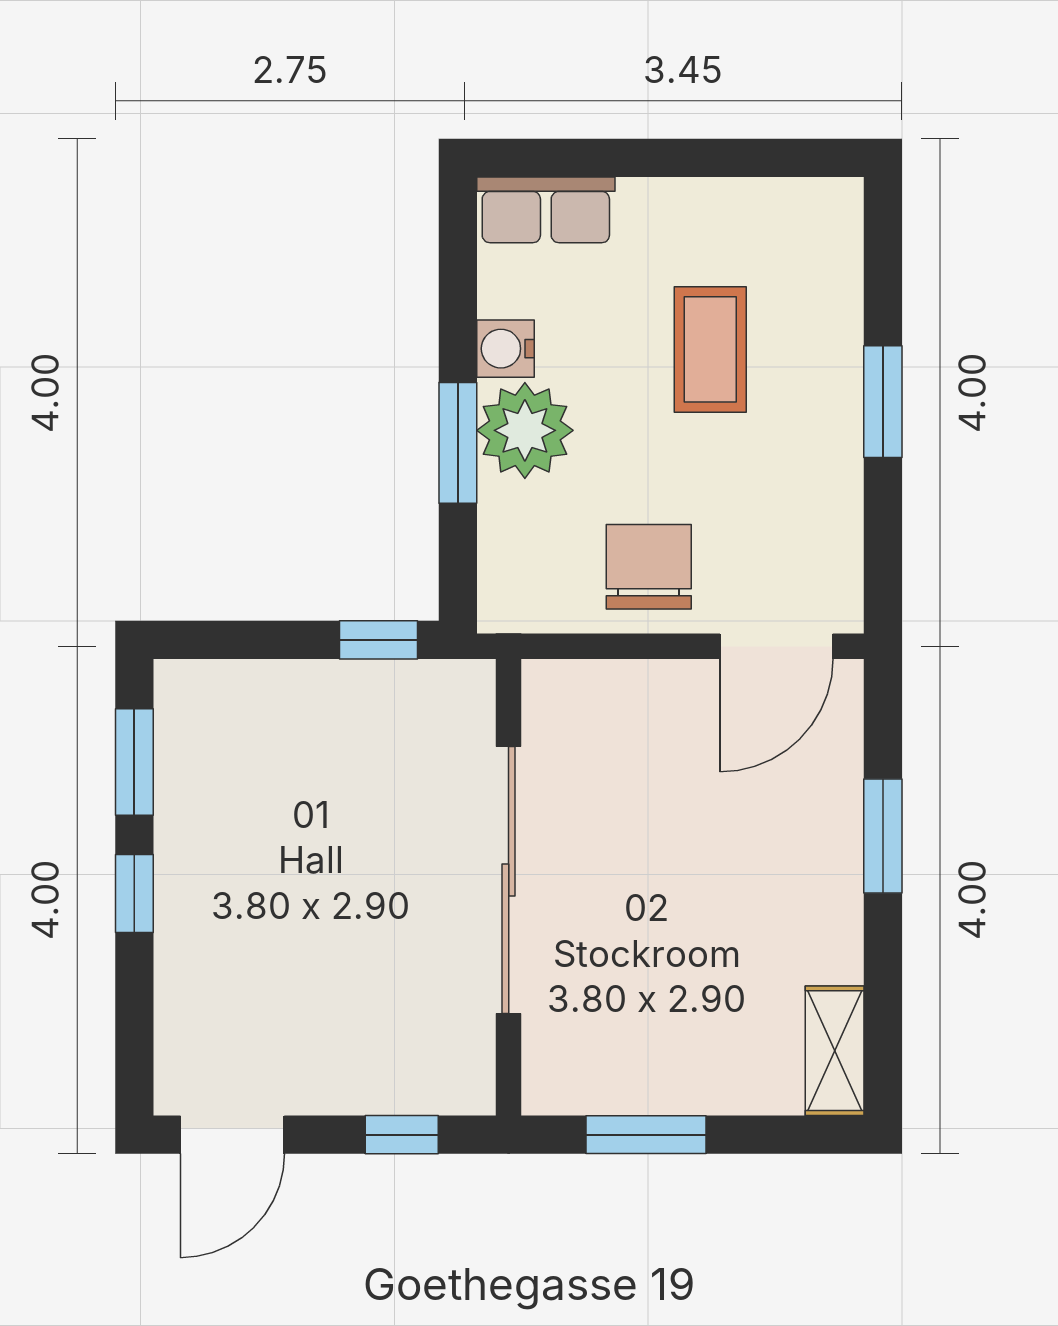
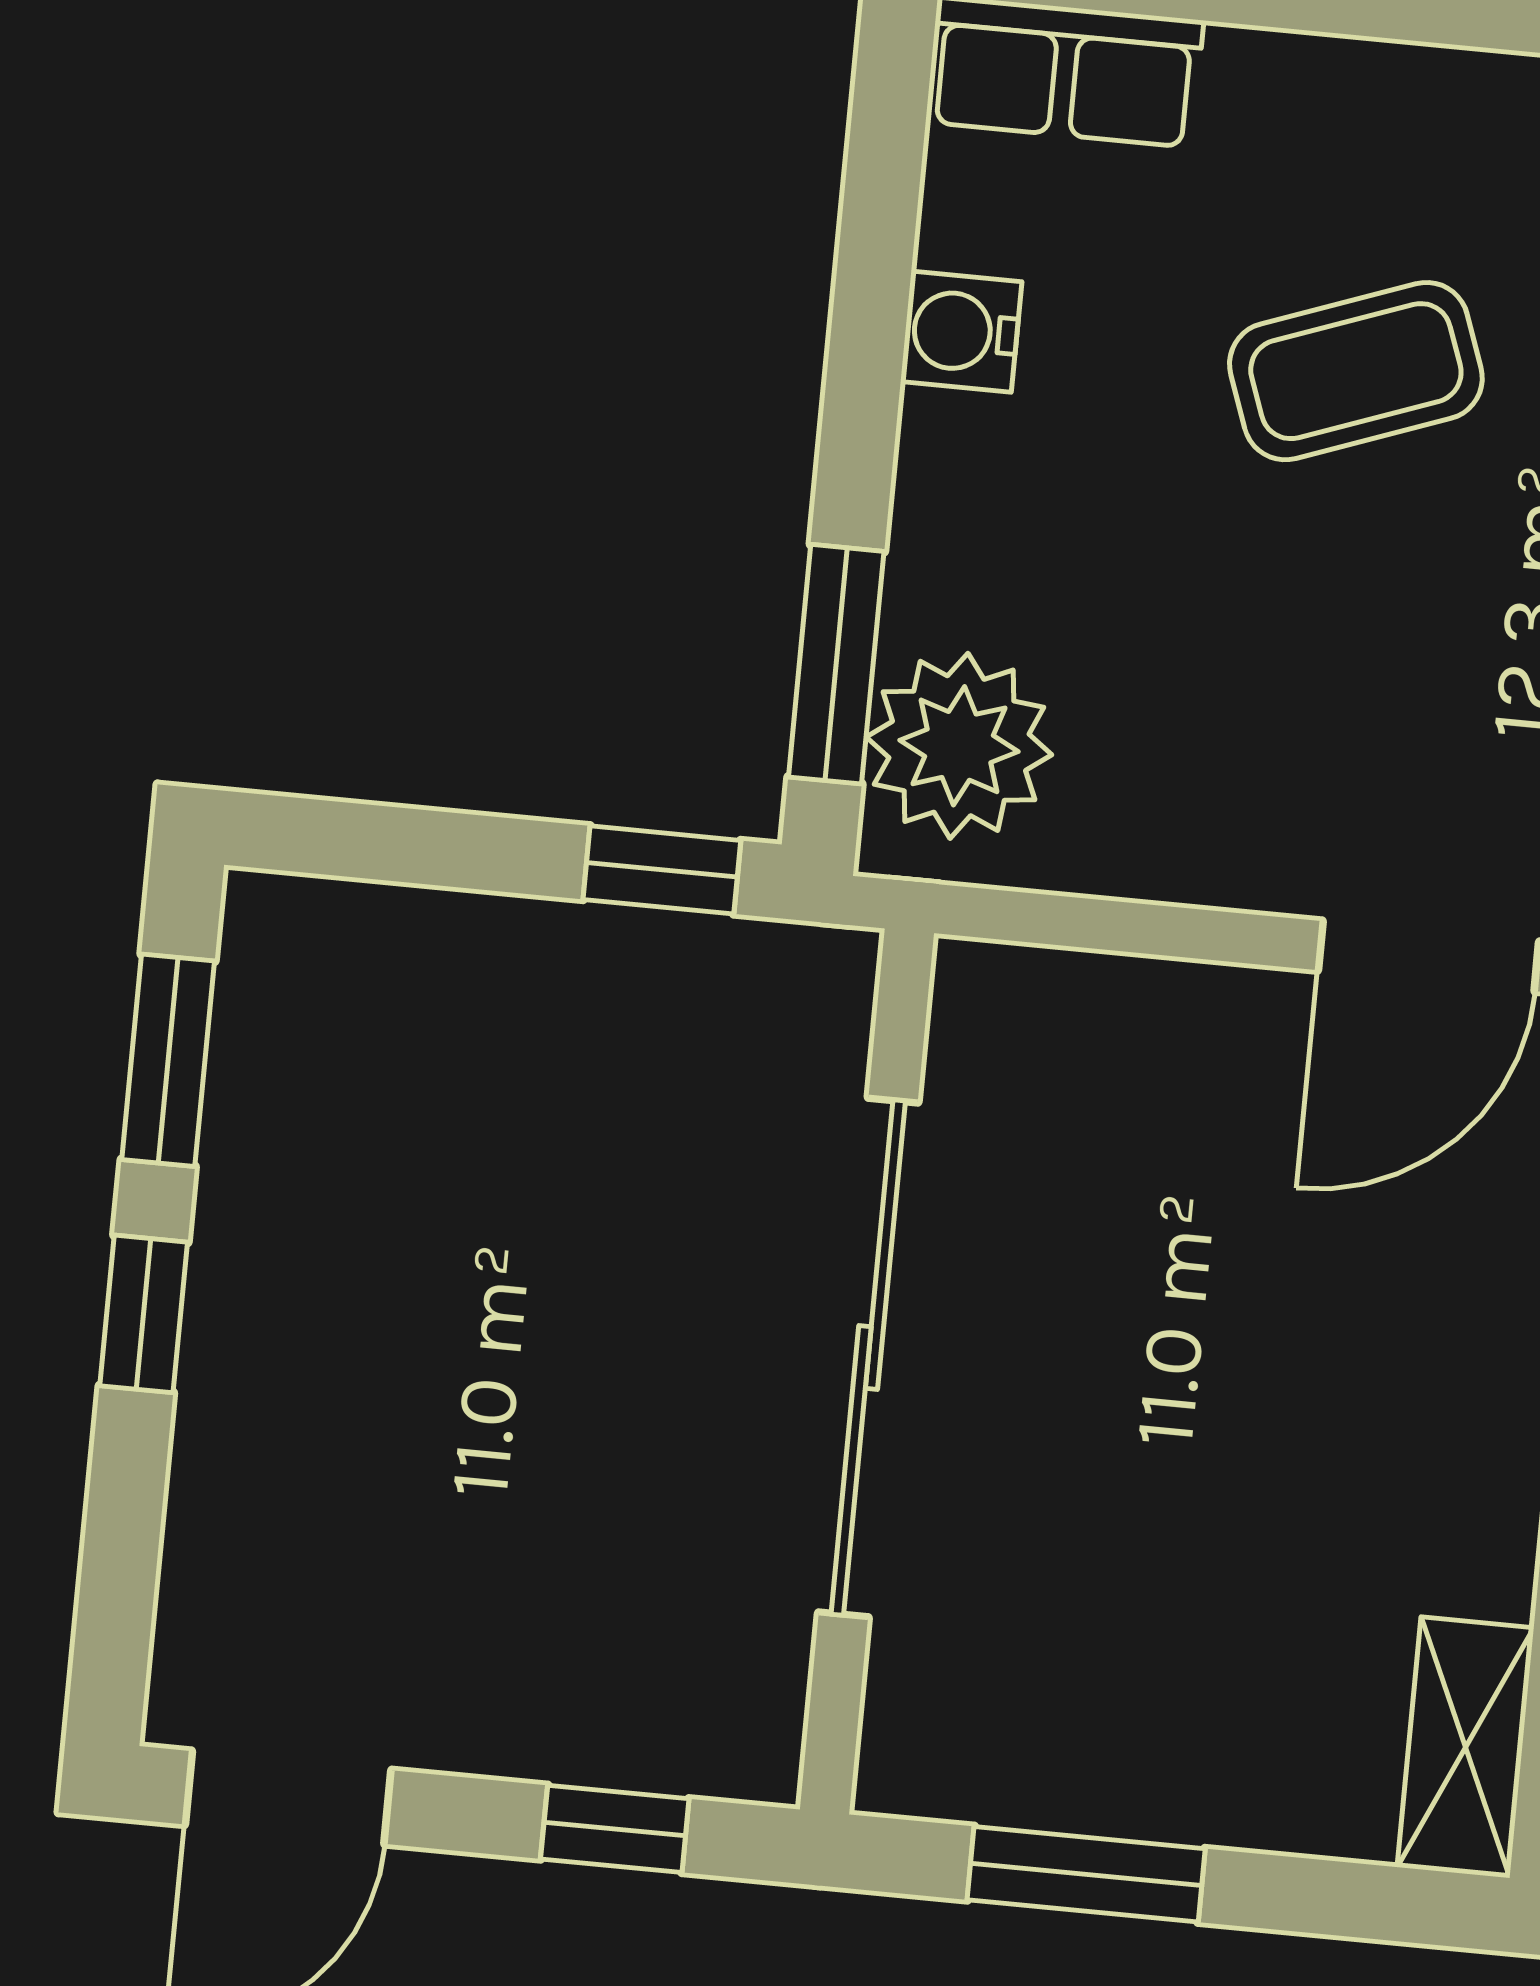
coffee table: (710, 349) -> (1356, 371), turned 70
plant: (525, 430) -> (959, 746), moved
window: (458, 443) -> (836, 664), moved
chair: (649, 567) -> (1197, 779), removed

